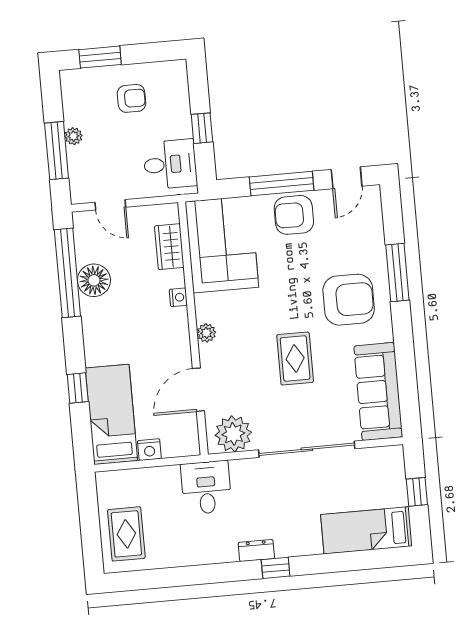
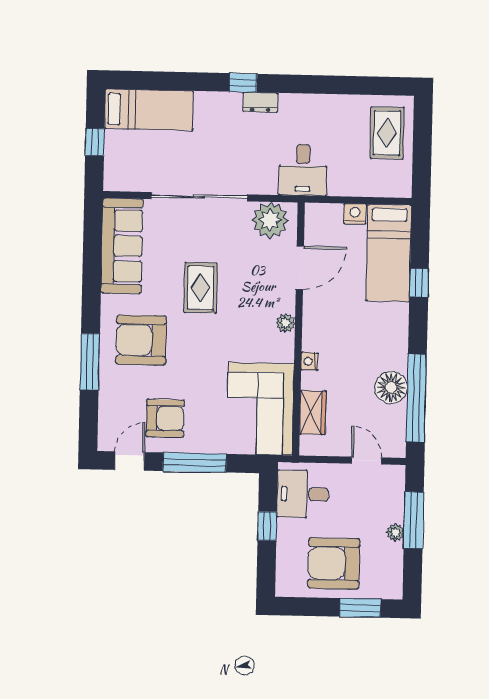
armchair: (131, 98) -> (334, 563), width x1.88, depth x1.88
armchair: (294, 215) -> (165, 418), moved

